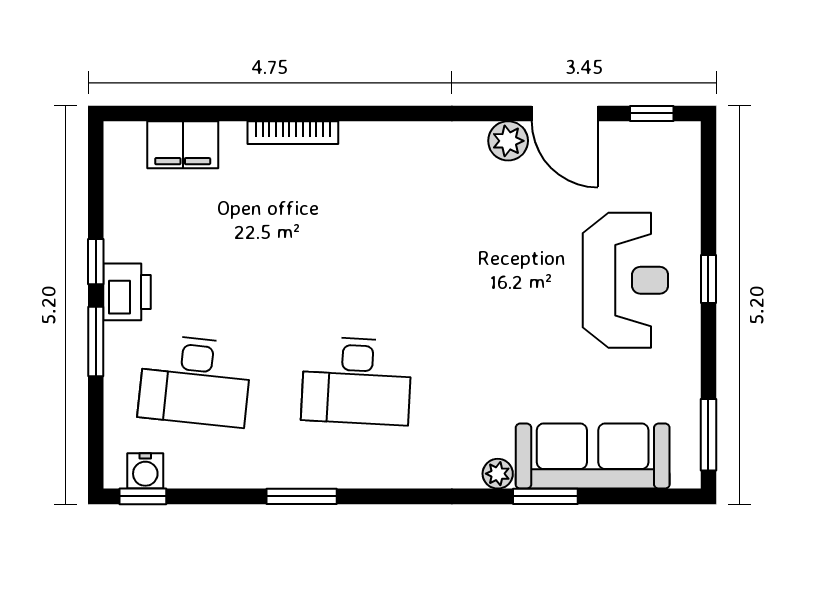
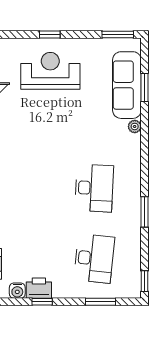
printer: (127, 292) -> (39, 288), moved
window: (96, 341) -> (100, 302), moved
water cooler: (145, 471) -> (17, 291), moved, turned 90
window: (545, 496) -> (145, 87), moved

